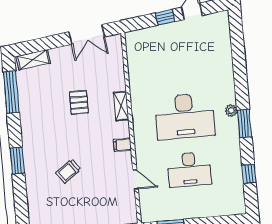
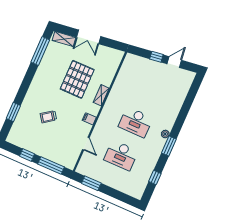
double door: (87, 34) -> (89, 37), moved
pallet: (79, 103) -> (77, 79), width x2.05, depth x2.00
desk: (185, 116) -> (136, 122), width x0.73, depth x0.77
window: (17, 161) -> (13, 112), moved

